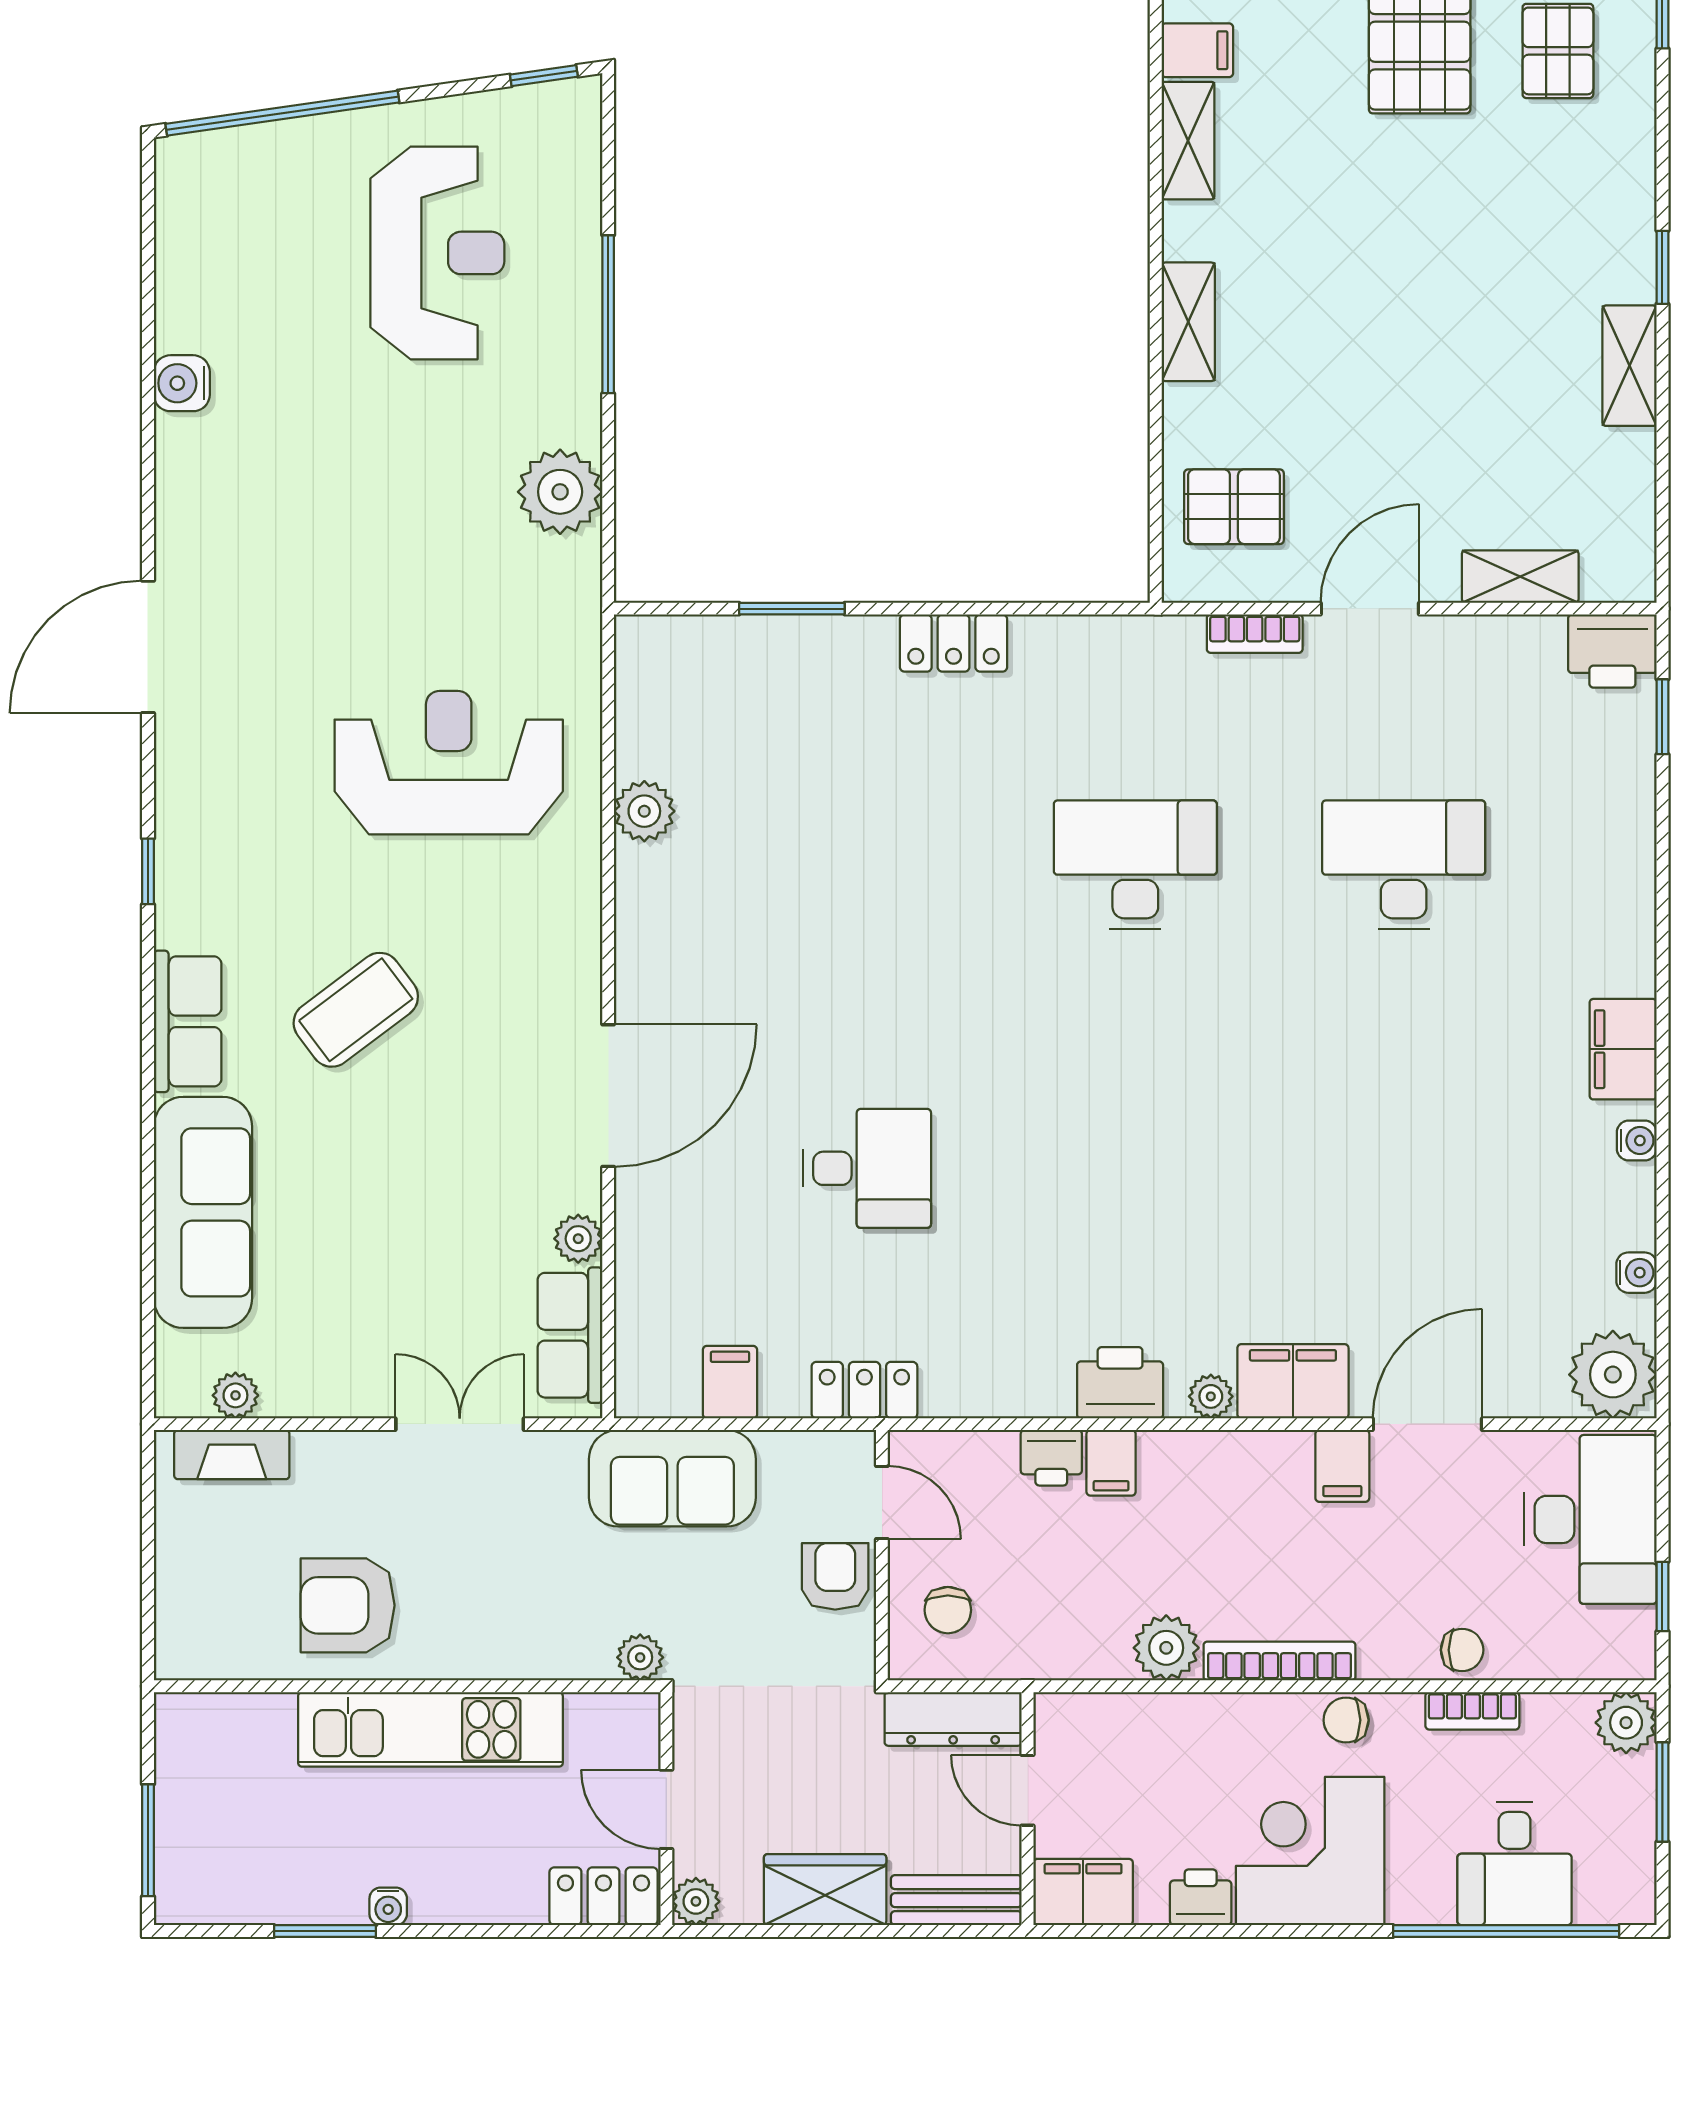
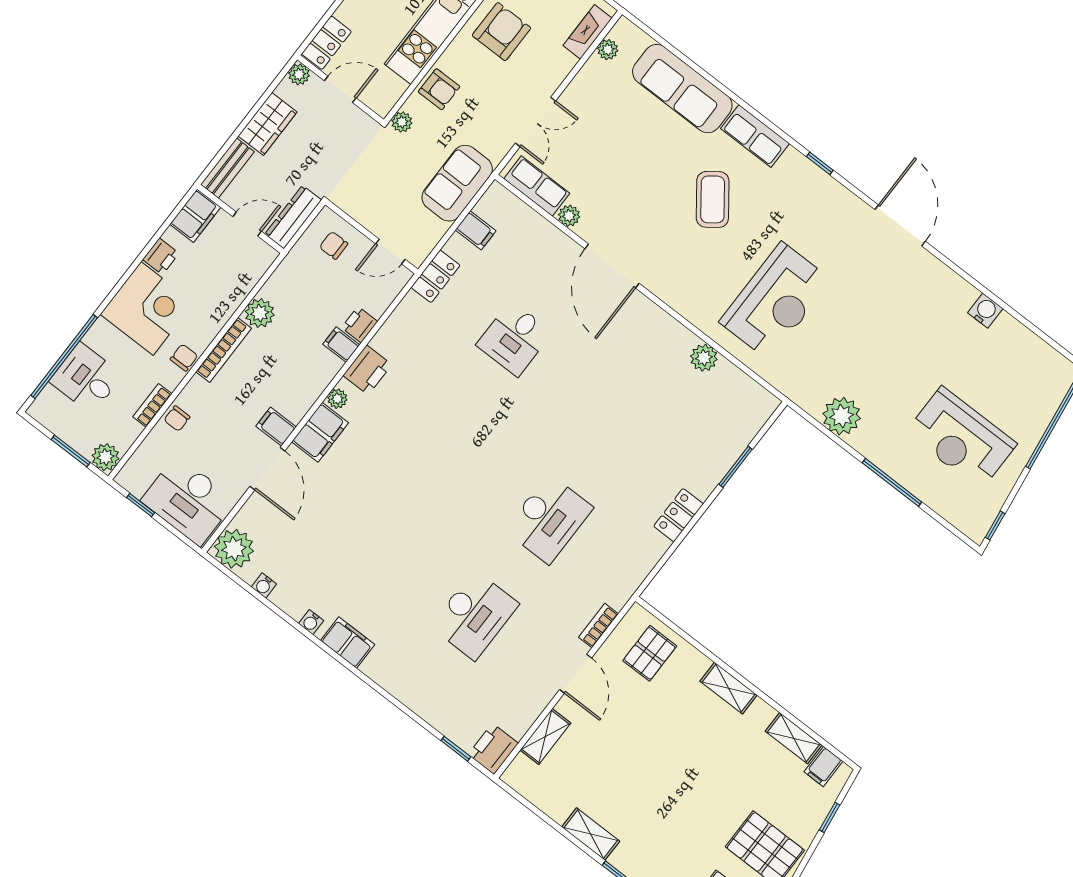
armchair: (835, 1576) -> (439, 89), moved

